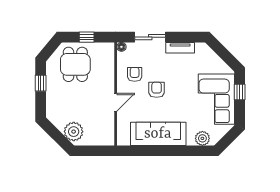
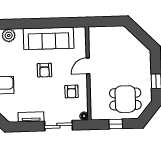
dining table: (75, 64) -> (125, 99), turned 90
armchair: (157, 90) -> (44, 70), moved
plant: (74, 132) -> (125, 38), removed

